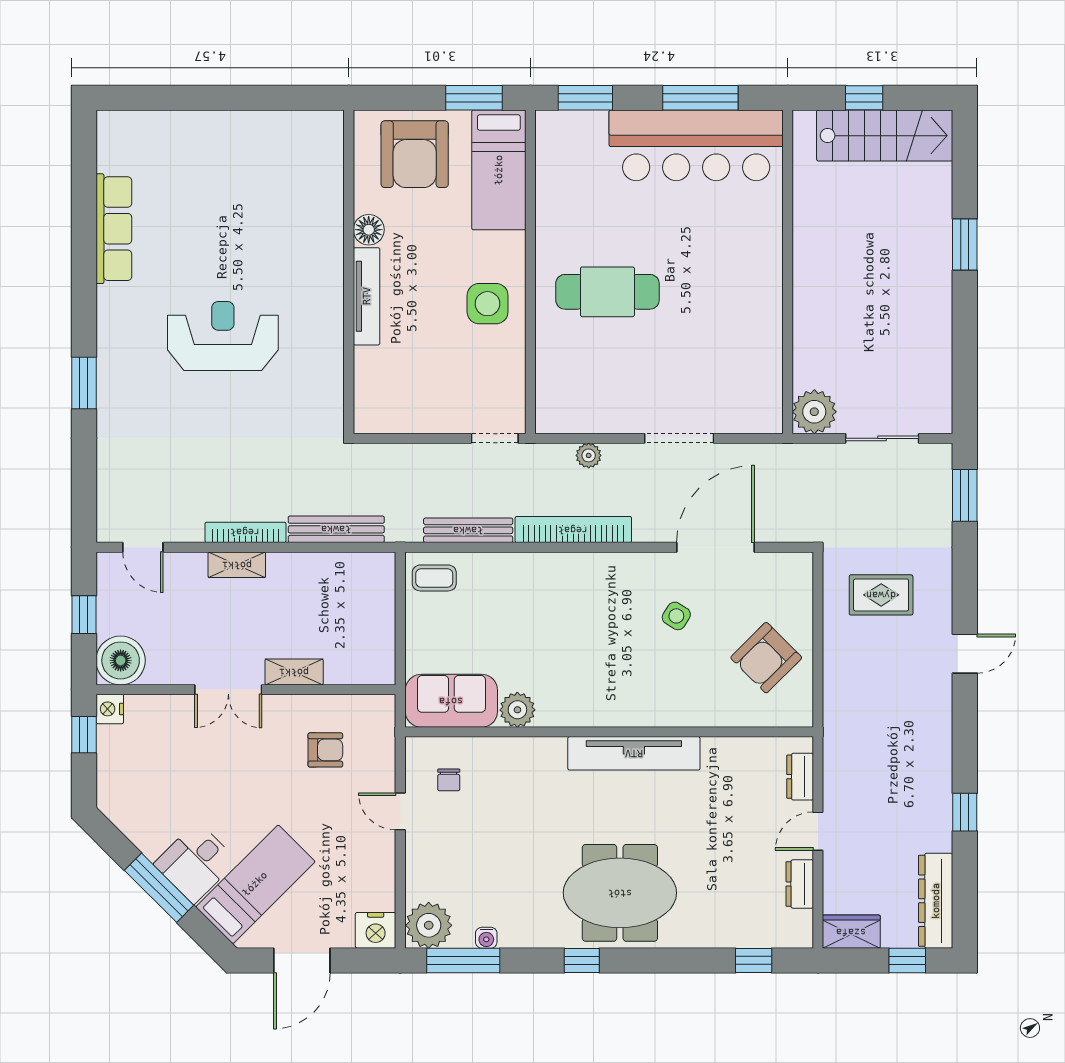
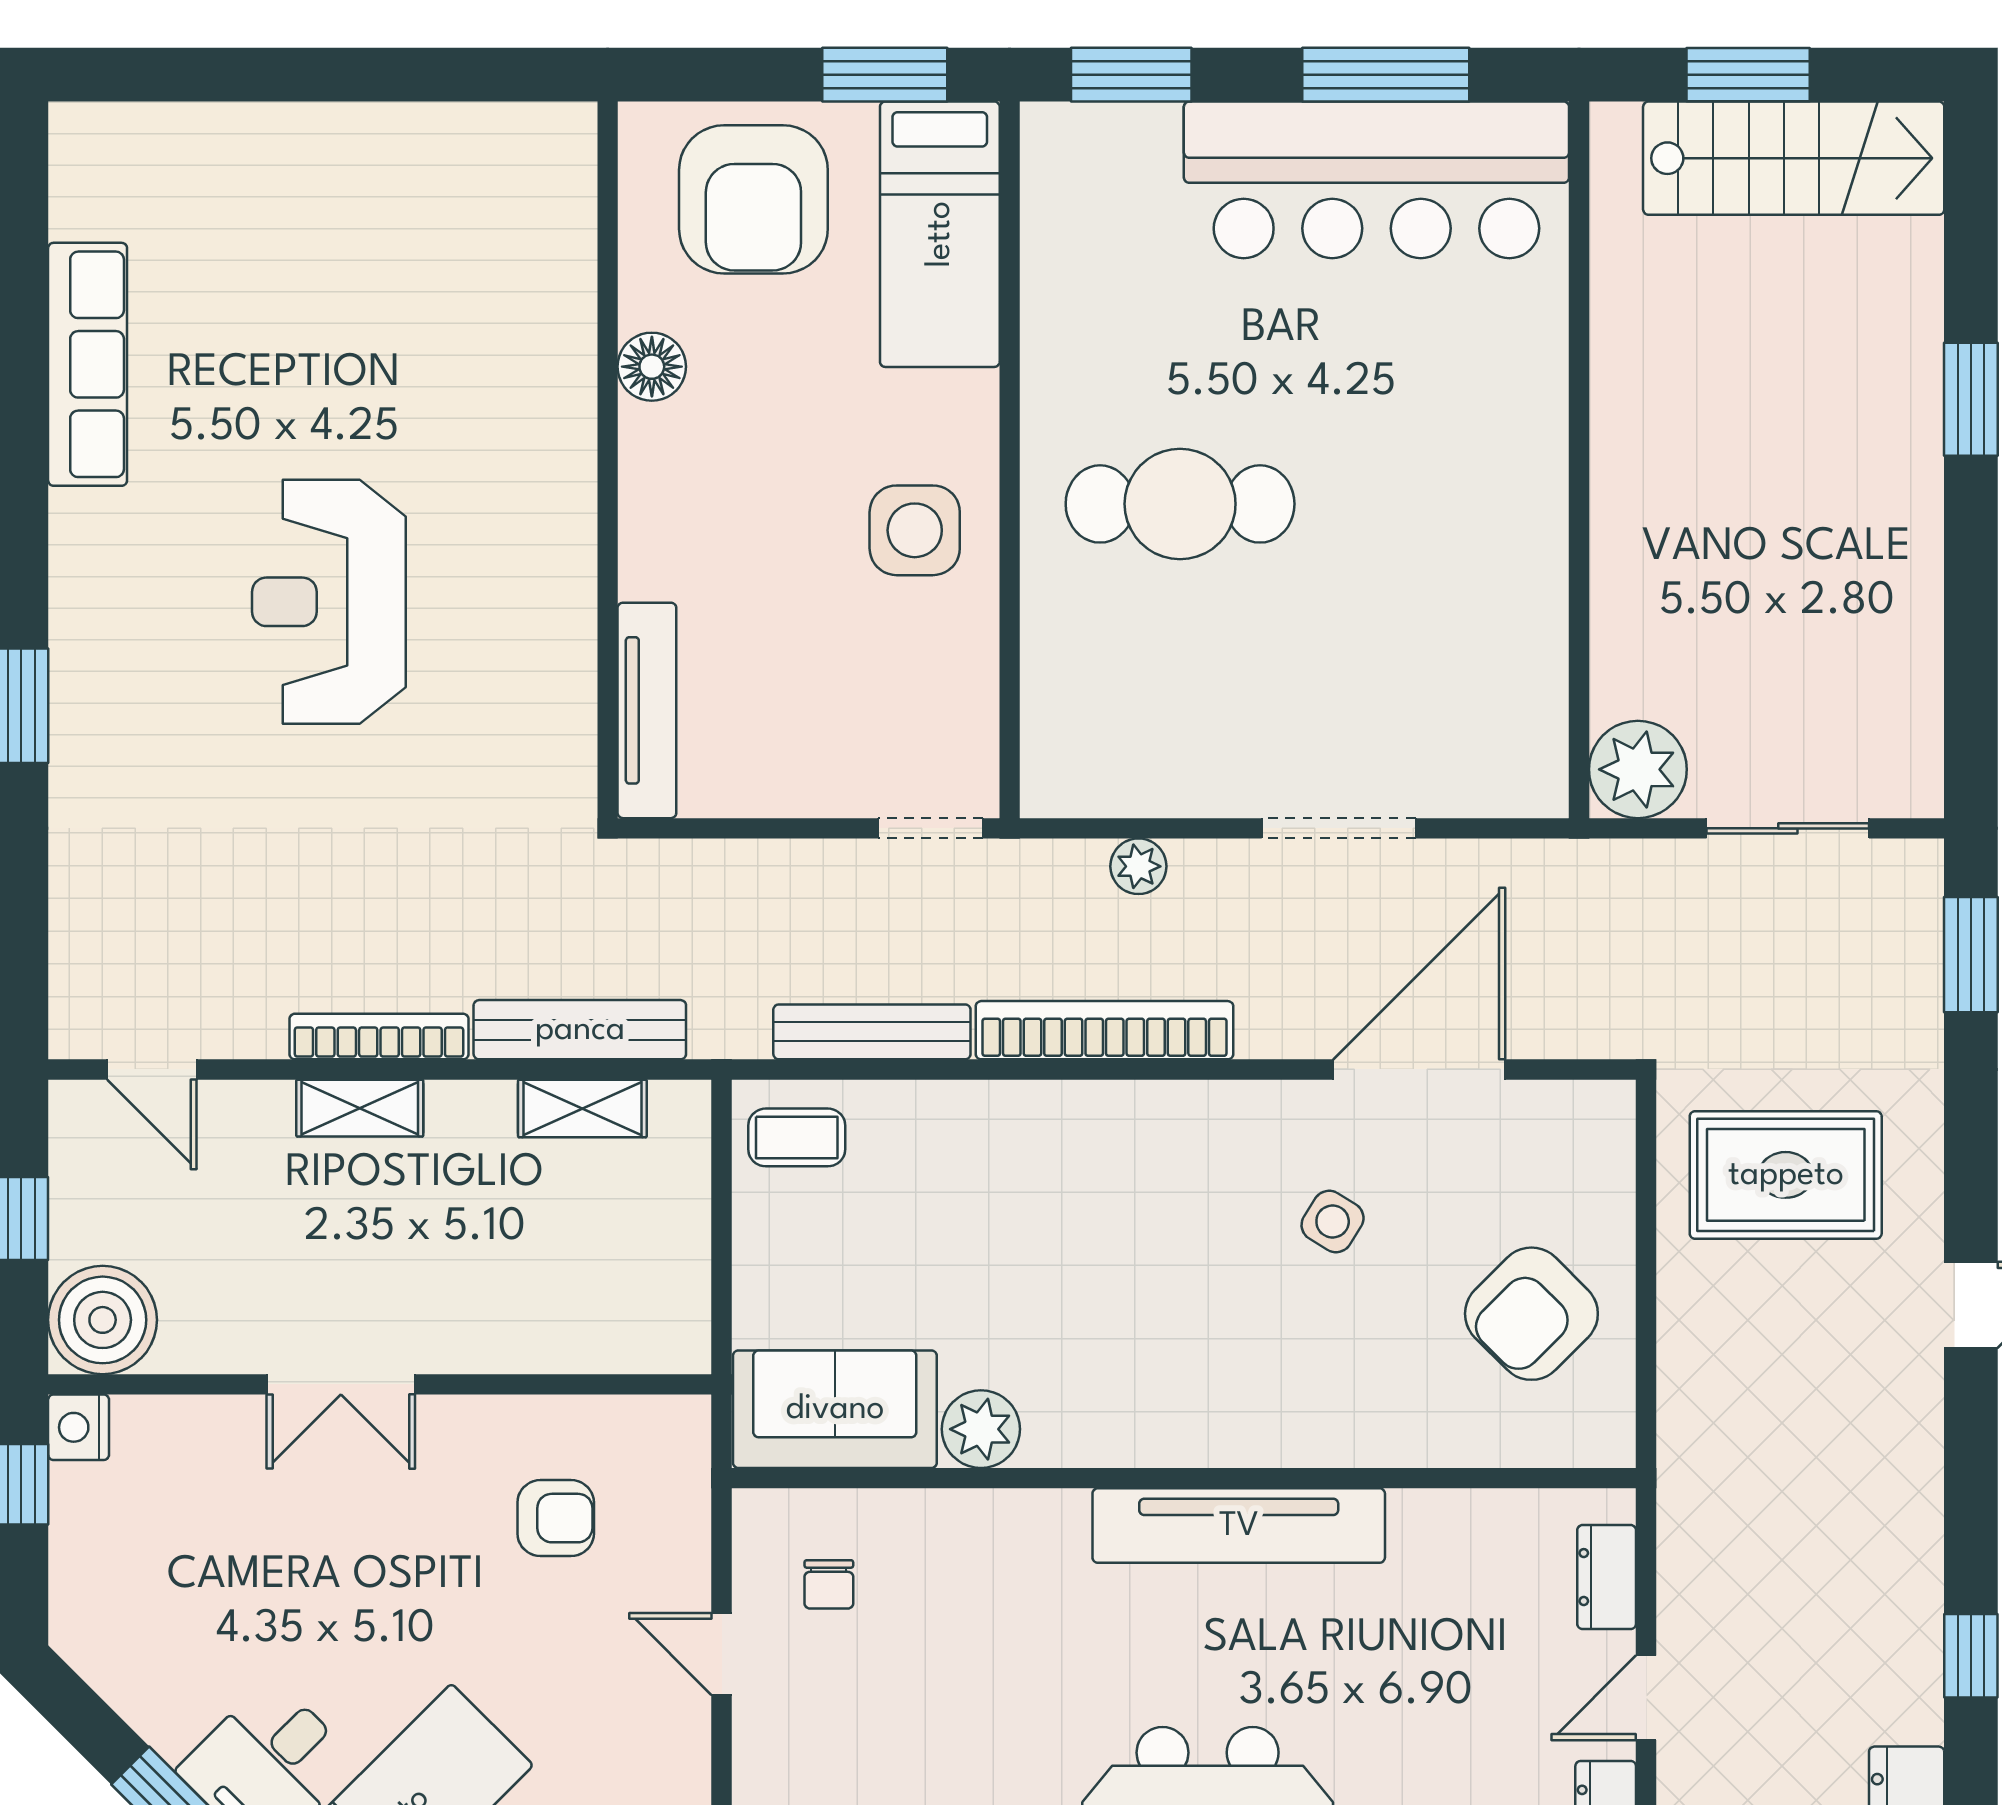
window: (864, 98) -> (1748, 75), width x1.50
tv unit: (367, 296) -> (647, 710), moved
reception desk: (223, 336) -> (329, 602), turned -90
rug: (881, 595) -> (1786, 1175), width x1.36, depth x1.43
shelving: (294, 672) -> (582, 1108), moved

